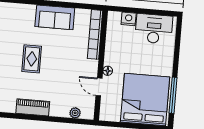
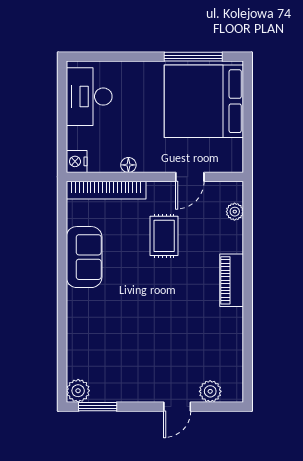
nightstand: (129, 19) -> (77, 161), moved
rug: (32, 59) -> (164, 236), moved, turned 90
floor lamp: (108, 71) -> (128, 165), moved

